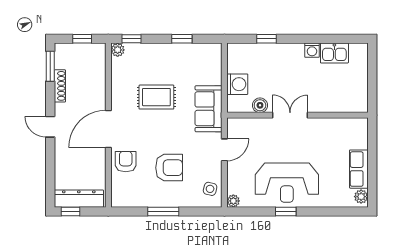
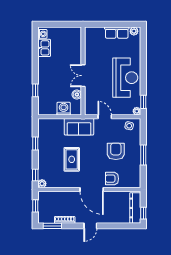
washing machine: (312, 50) -> (42, 34), moved
window: (286, 211) -> (143, 102), moved

